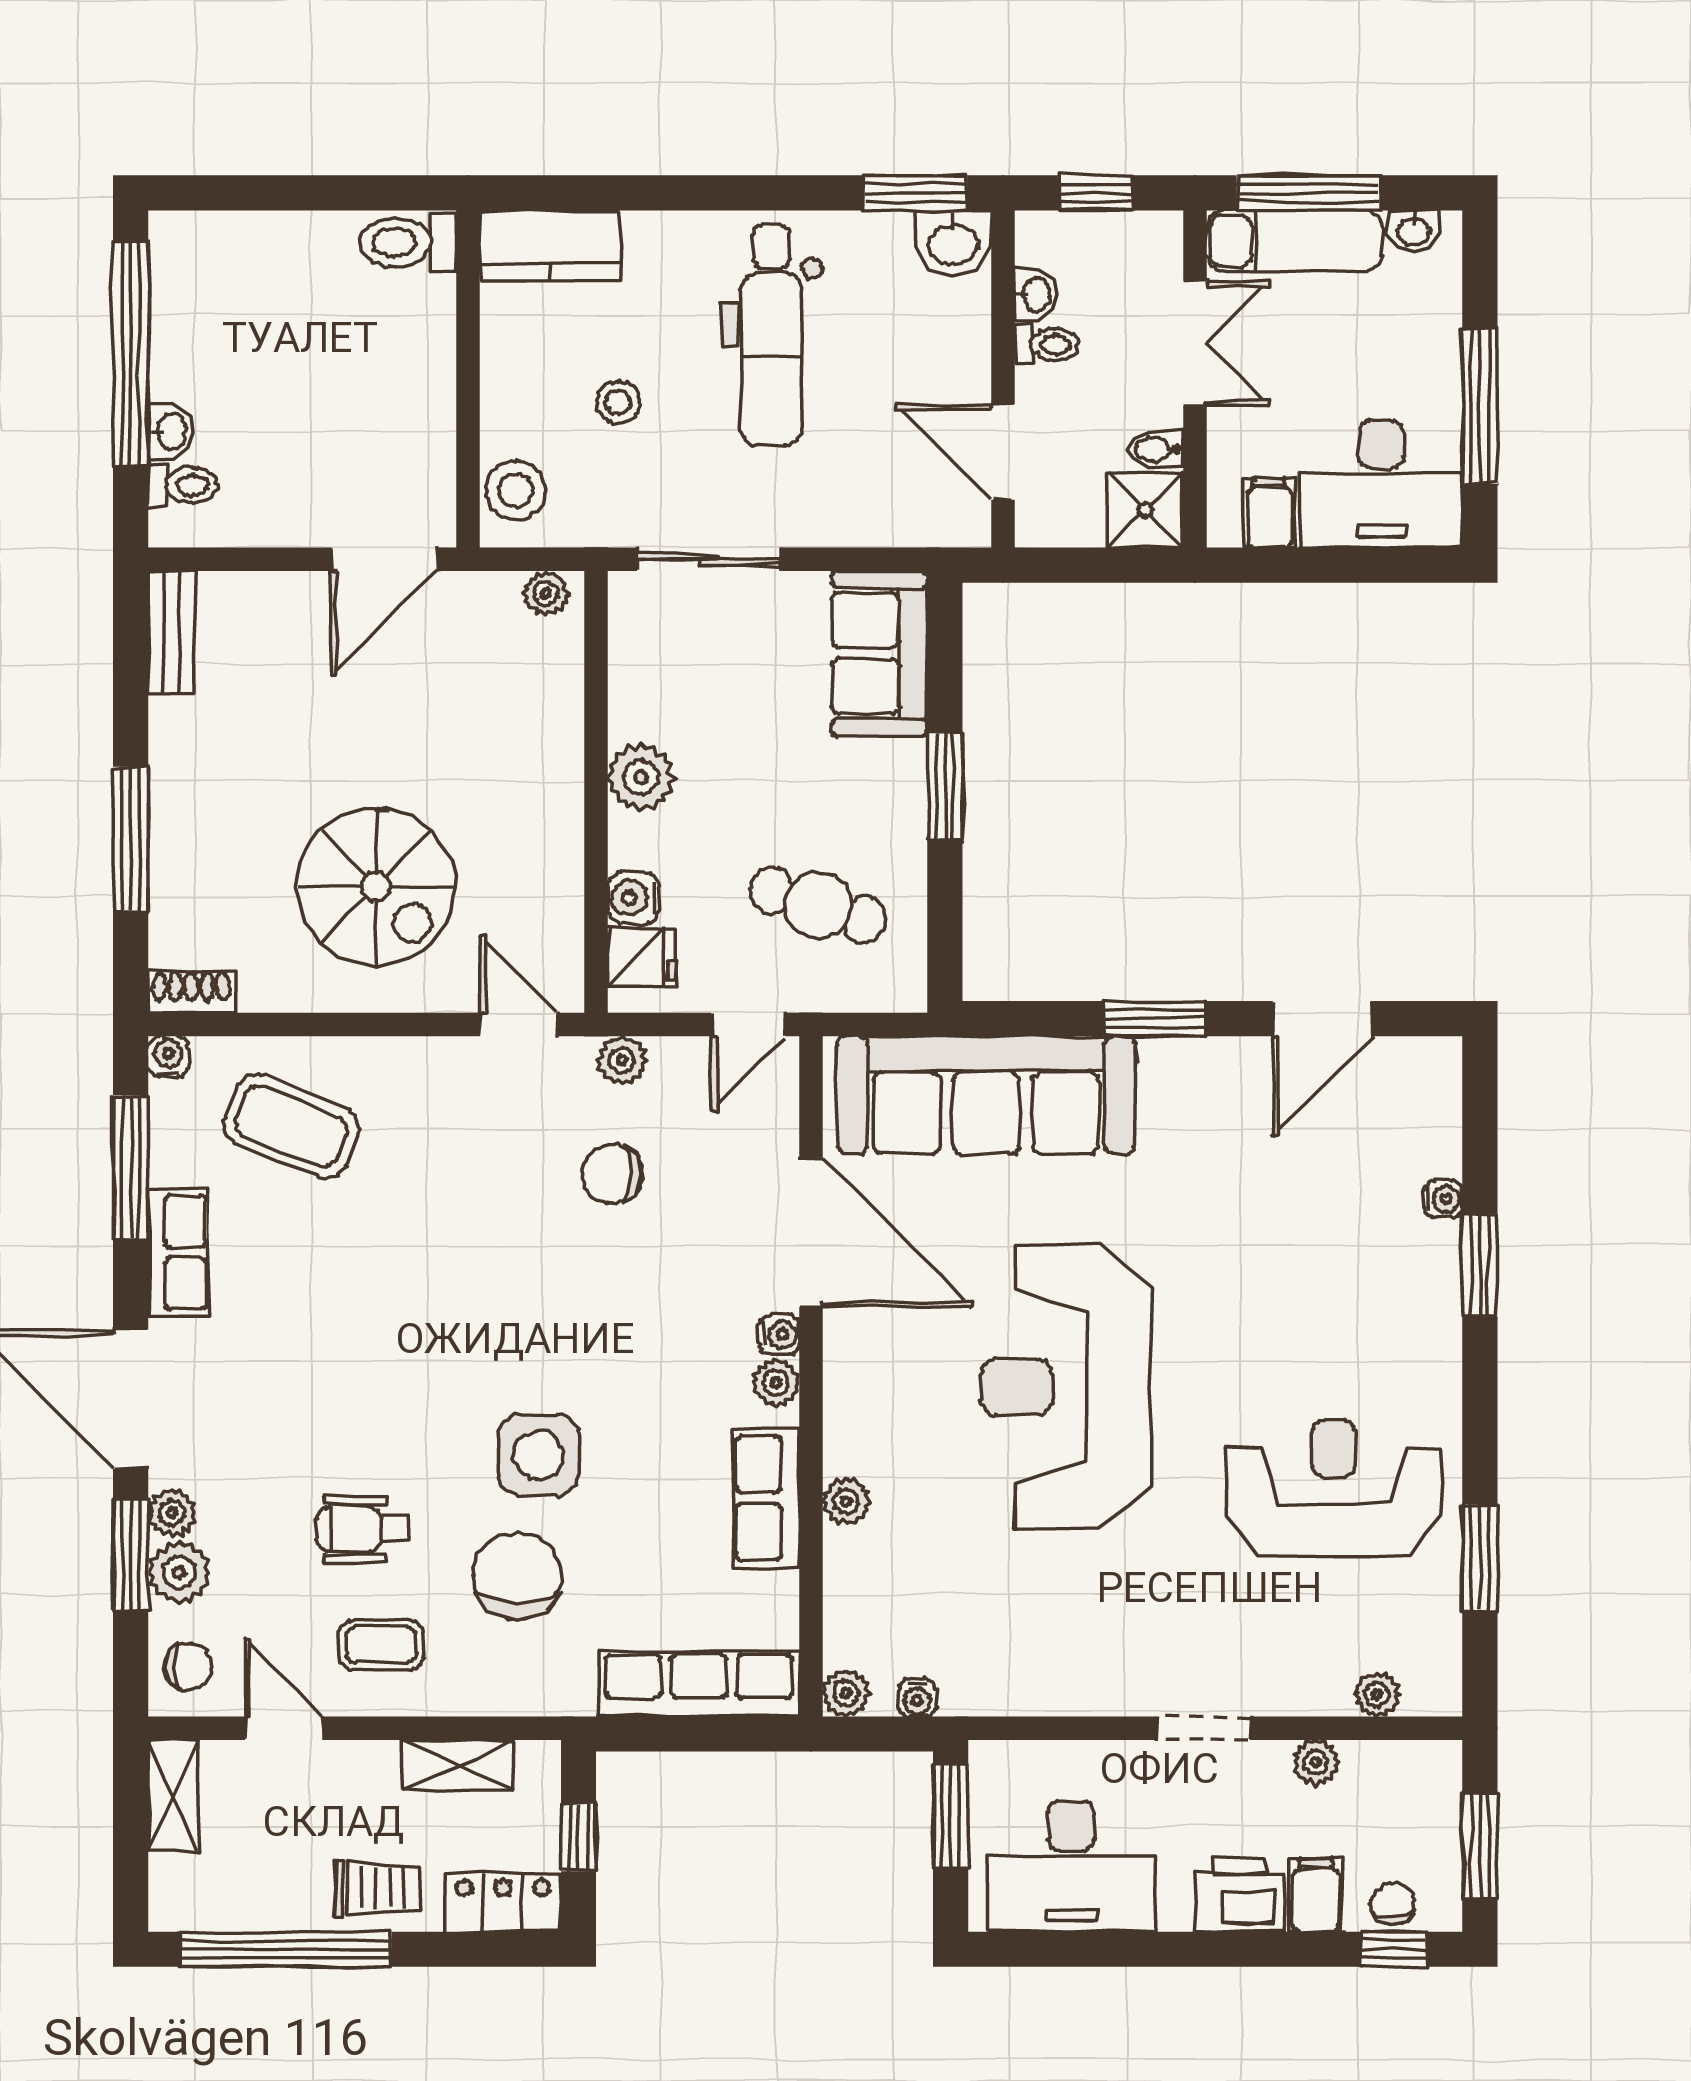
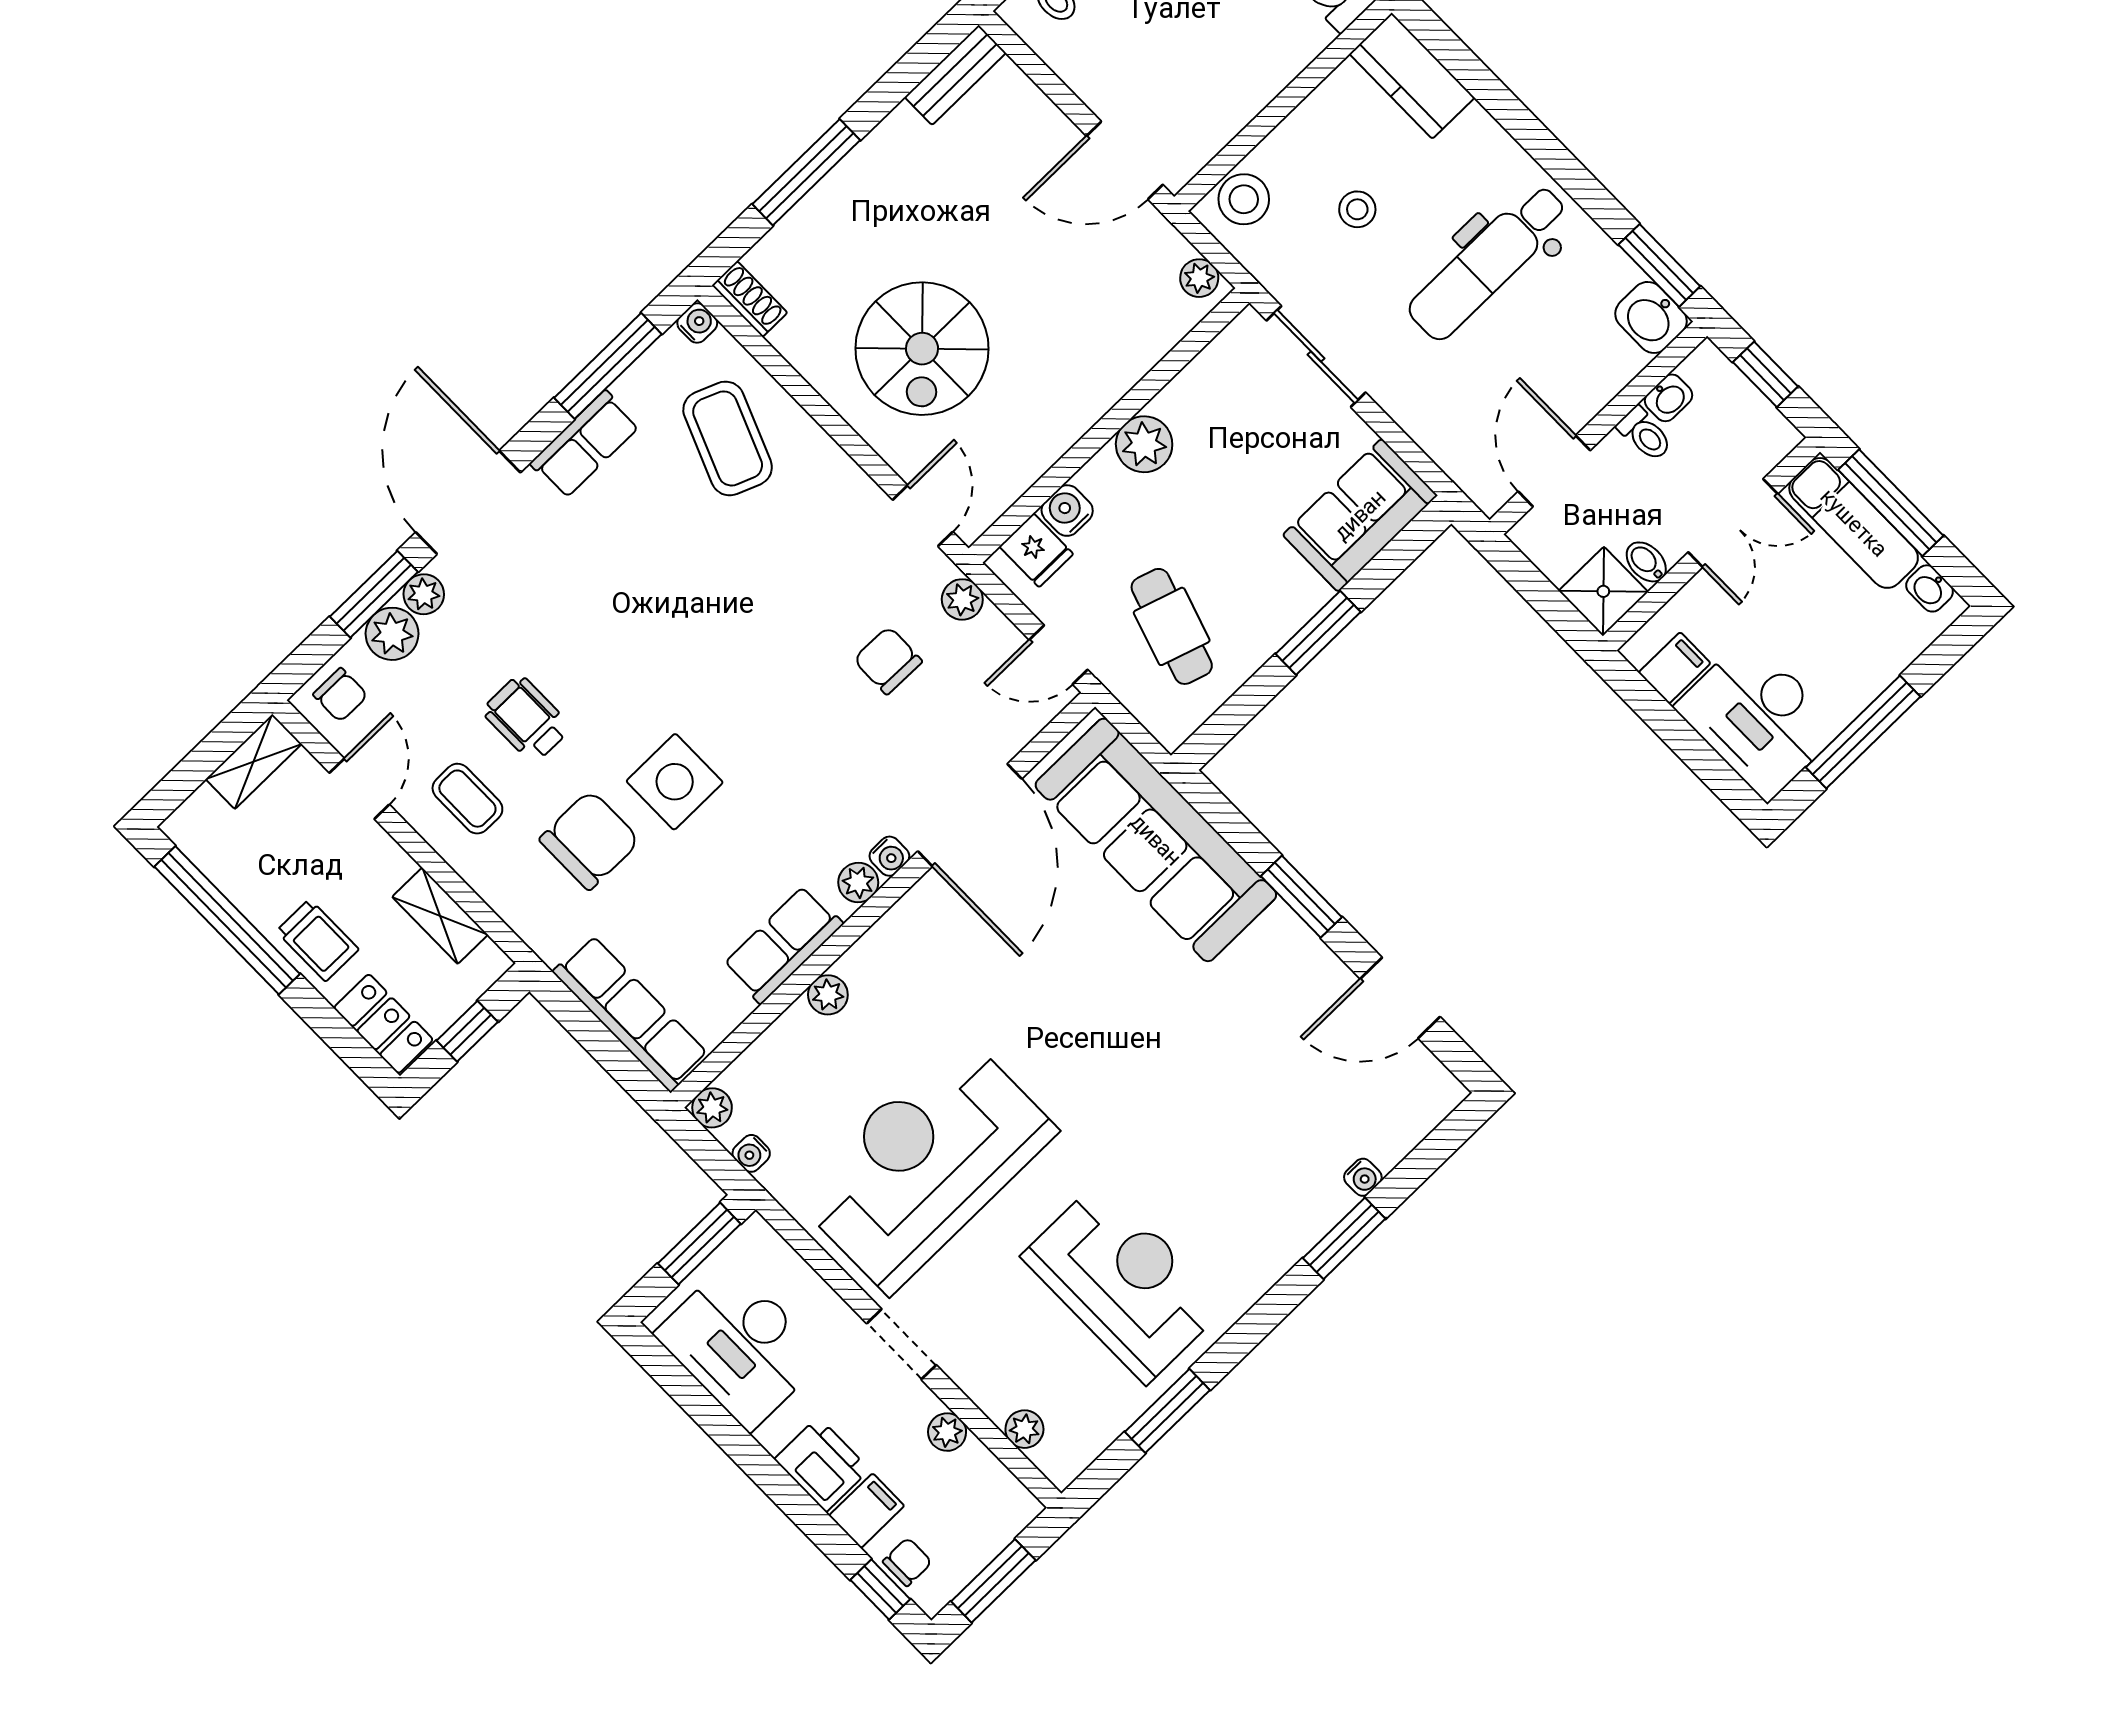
reception desk: (1066, 1387) -> (925, 1163), moved

